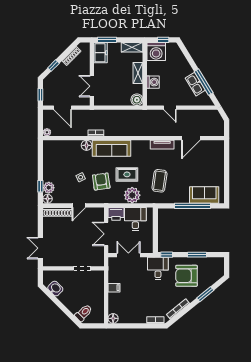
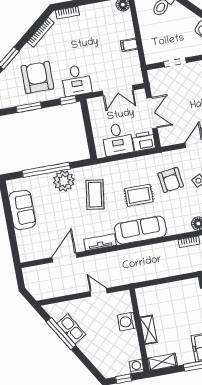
washing machine: (156, 52) -> (136, 367), width x0.53, depth x0.53
boiler: (137, 100) -> (144, 295), removed
sofa: (112, 148) -> (140, 230), moved
plant: (132, 195) -> (64, 181), moved
sofa: (204, 195) -> (22, 210), moved, turned -90
armchair: (186, 276) -> (37, 77), turned -90

